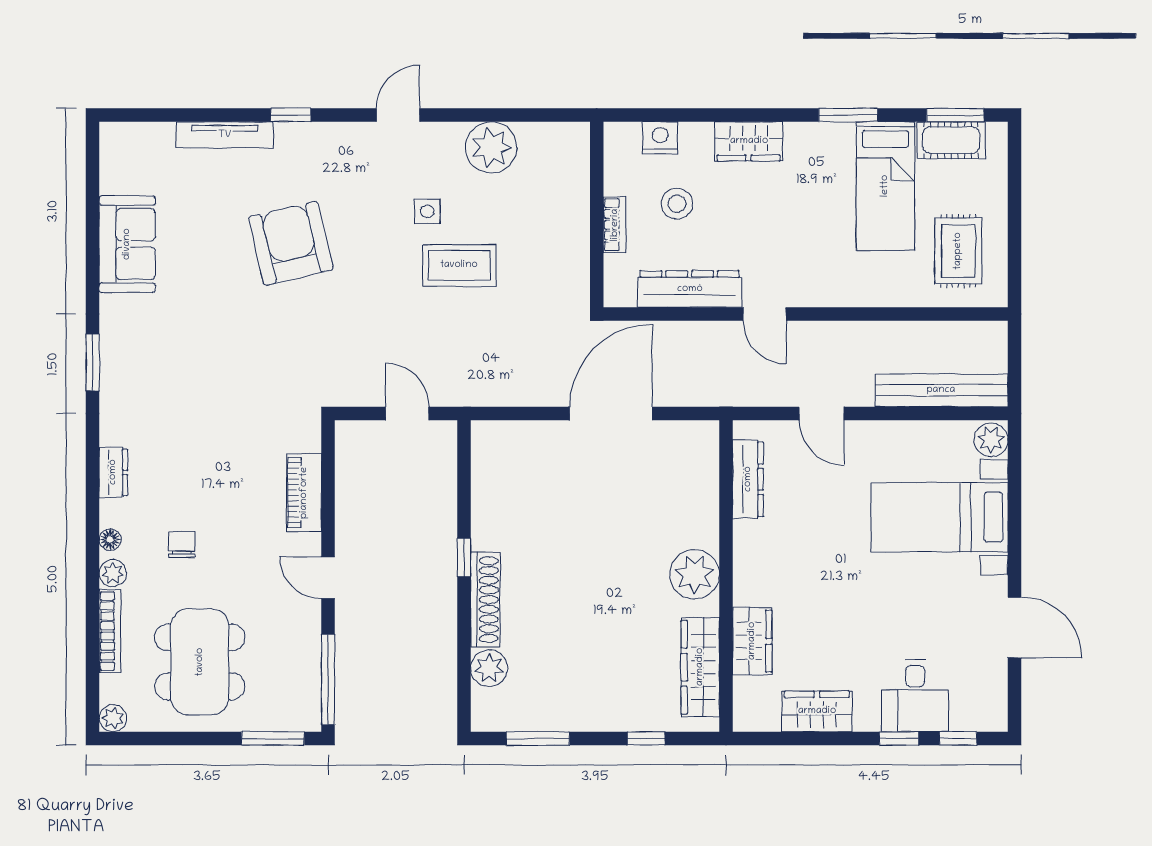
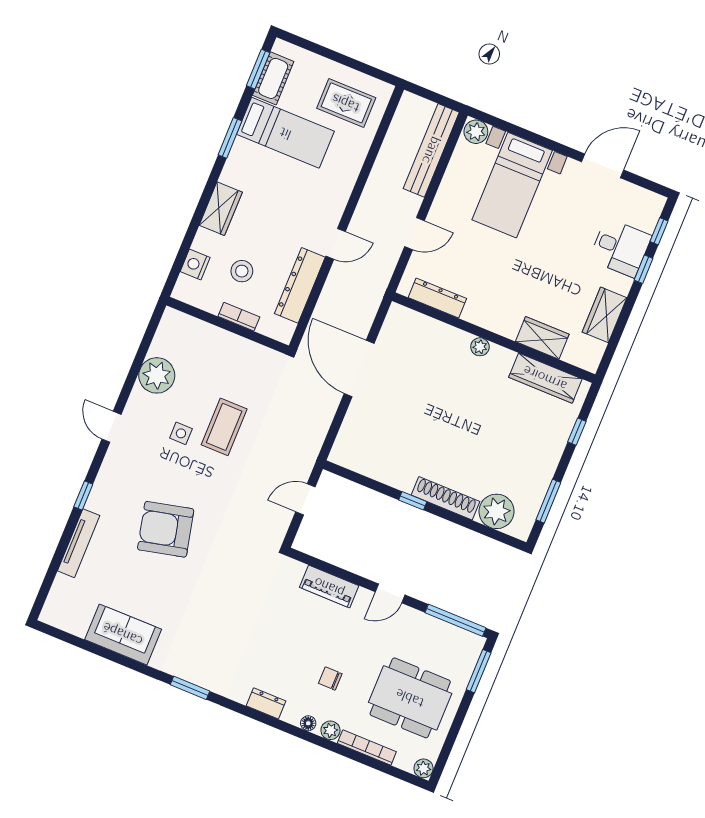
plant: (695, 574) -> (480, 347), width x0.53, depth x0.53
plant: (489, 668) -> (496, 511), width x1.36, depth x1.36

